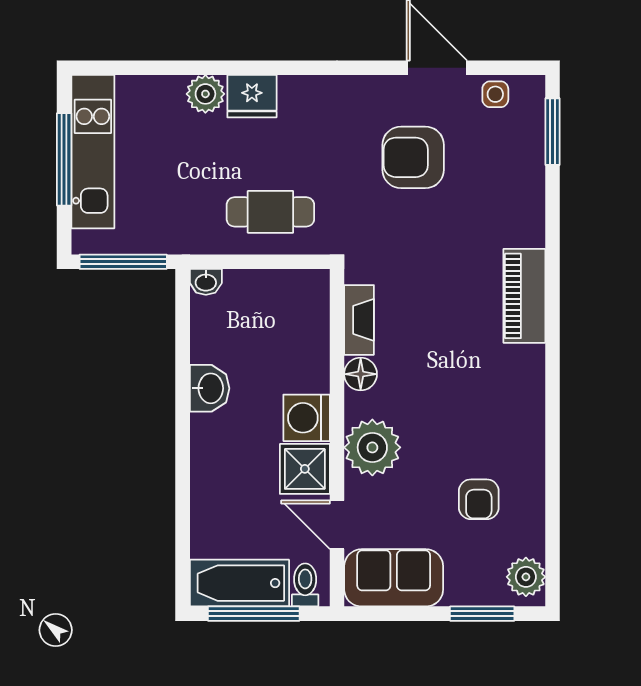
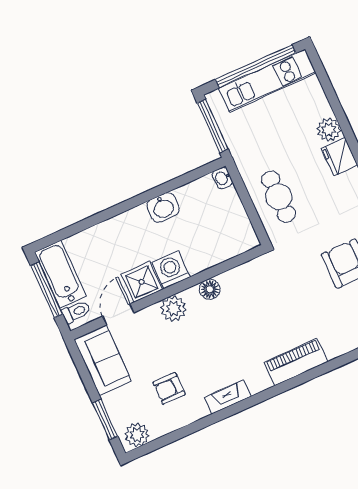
window: (64, 159) -> (256, 66), width x1.46
fireplace: (359, 320) -> (228, 397), moved, turned 180
plant: (372, 447) -> (173, 309), width x0.73, depth x0.73

